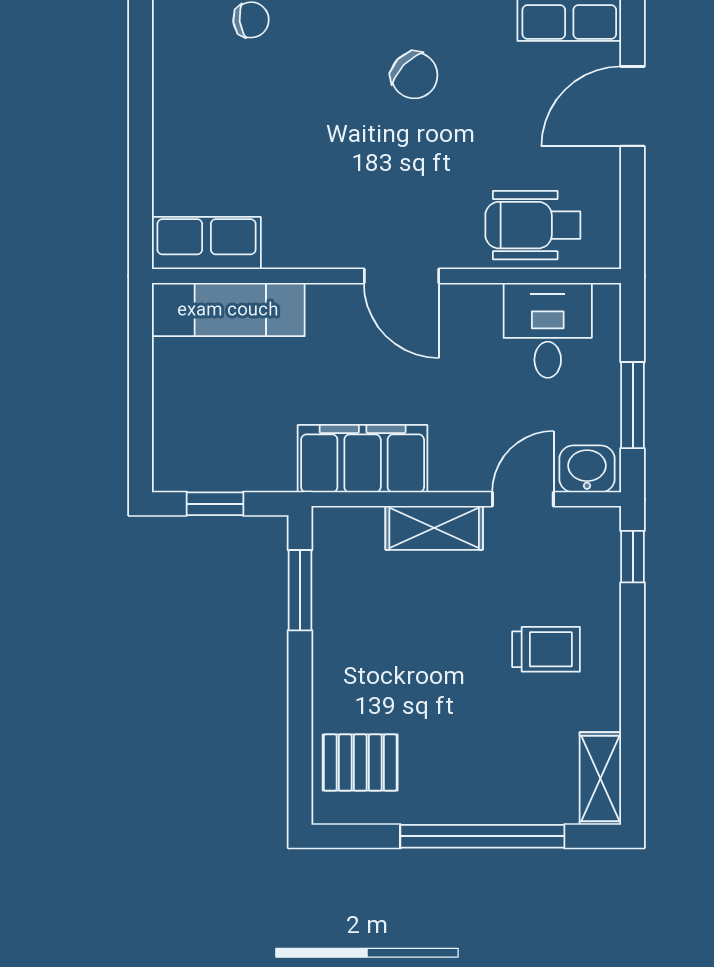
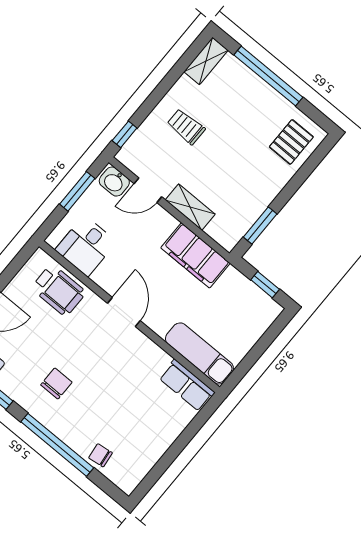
chair: (414, 75) -> (56, 383), turned 46
pallet: (360, 763) -> (291, 142), turned 90

